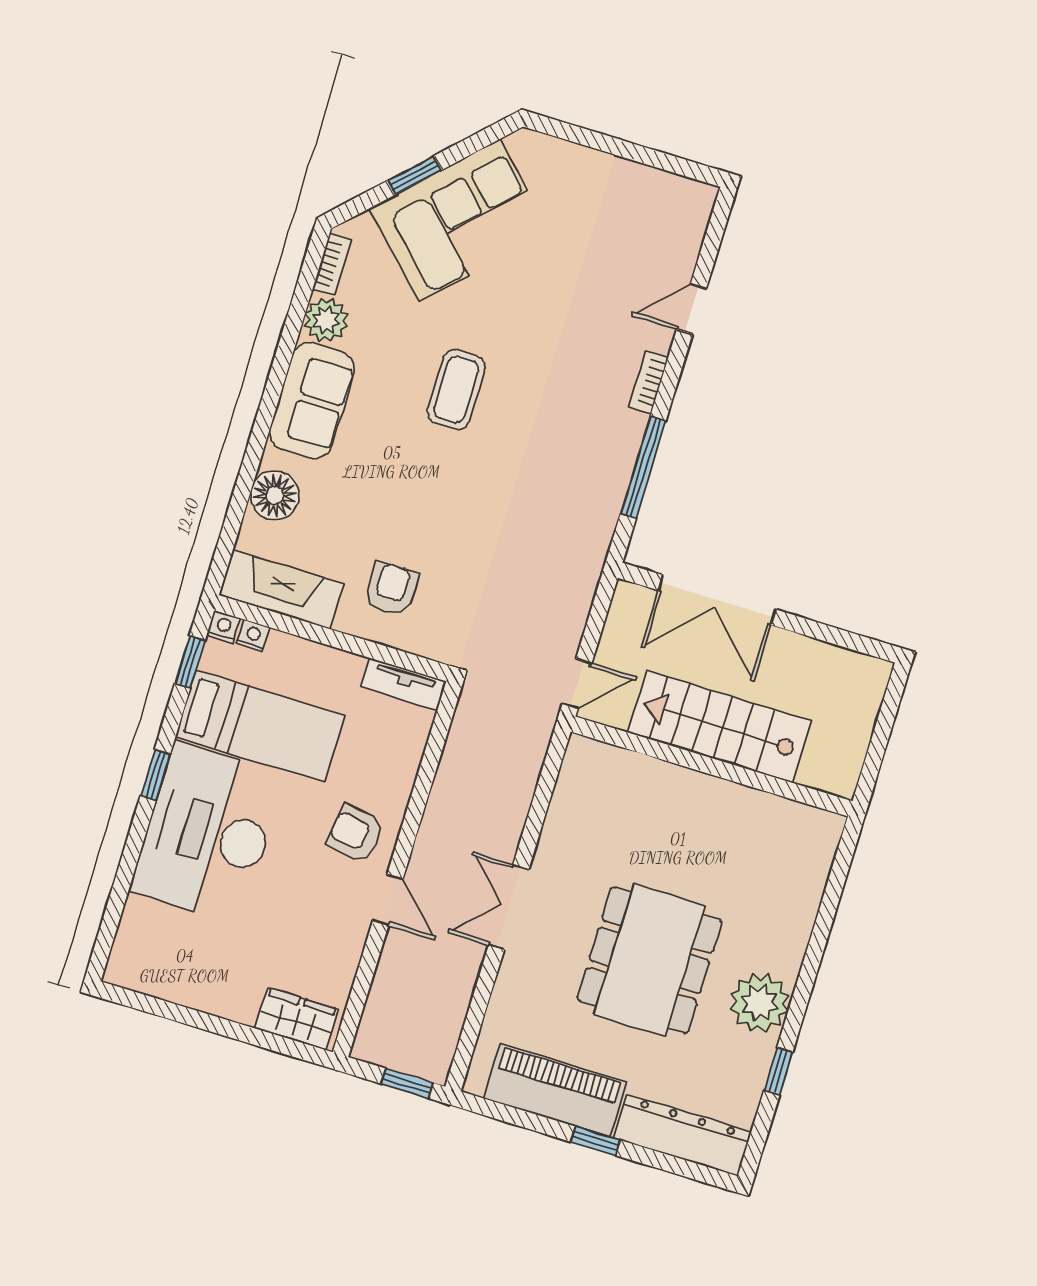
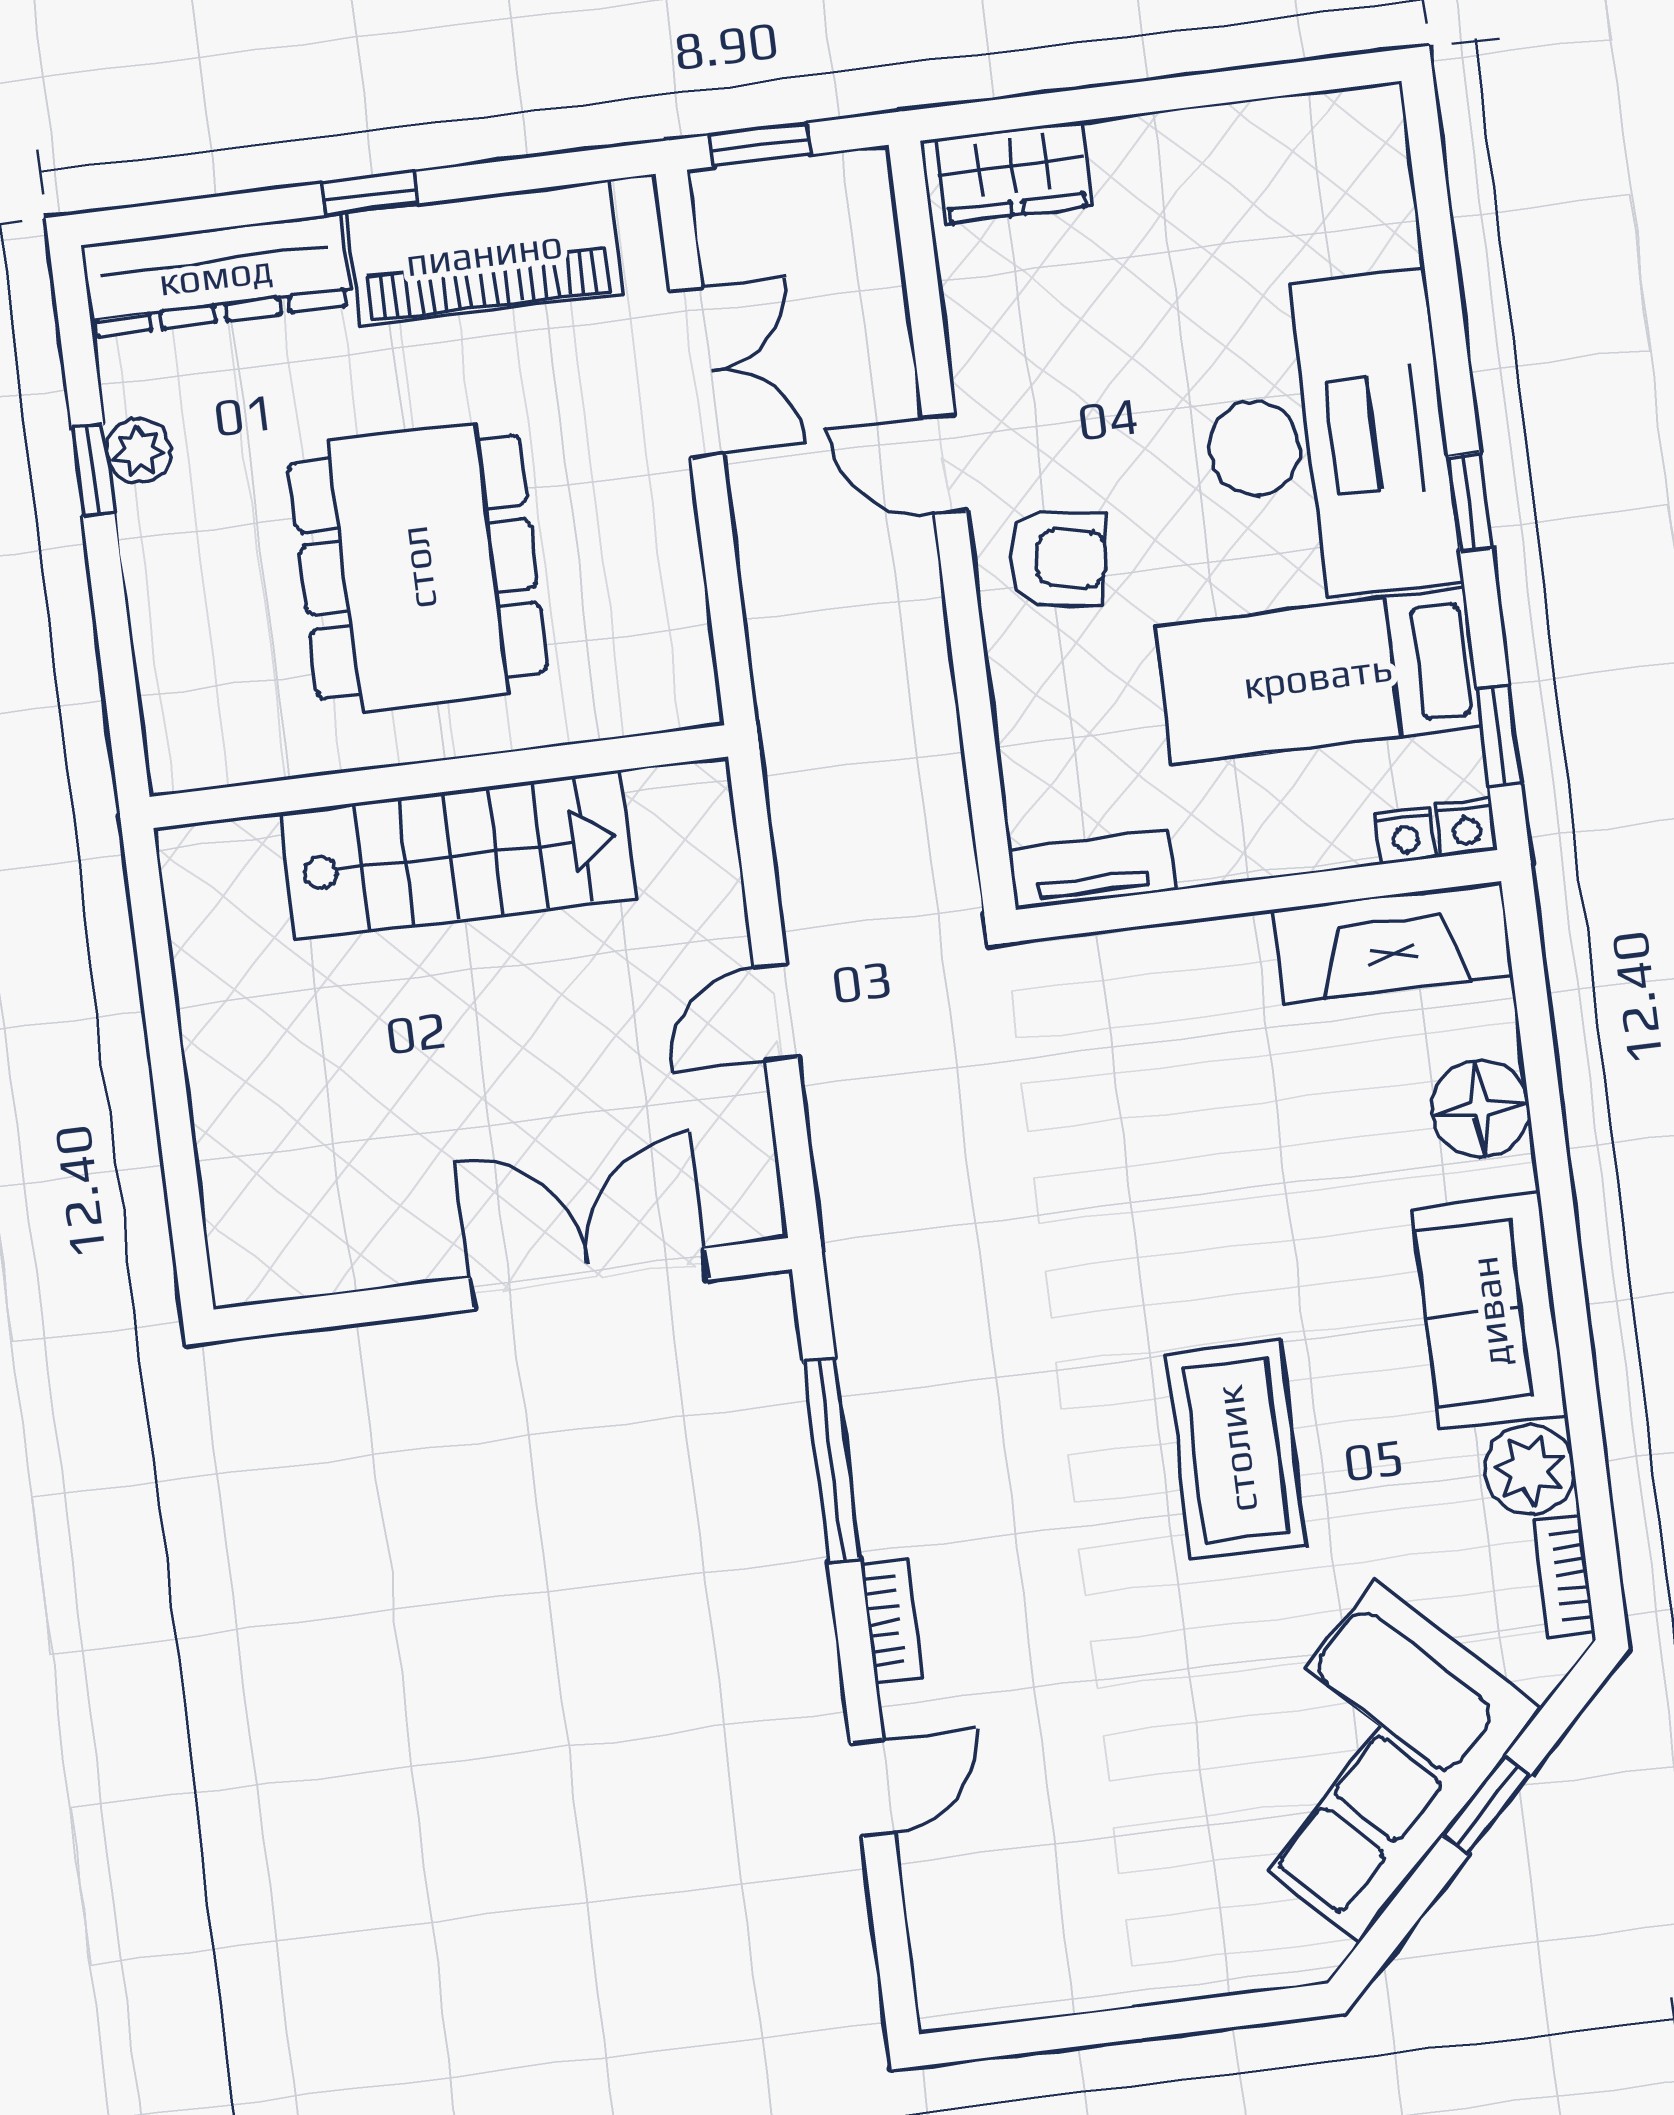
coffee table: (456, 389) -> (1236, 1449), width x1.36, depth x1.32
armchair: (391, 589) -> (1192, 1033), removed
stairs: (719, 727) -> (457, 855), moved
wall: (712, 766) -> (439, 777), moved
double door: (509, 907) -> (696, 373), moved
plant: (760, 1003) -> (139, 451), moved, width x0.53, depth x0.53

